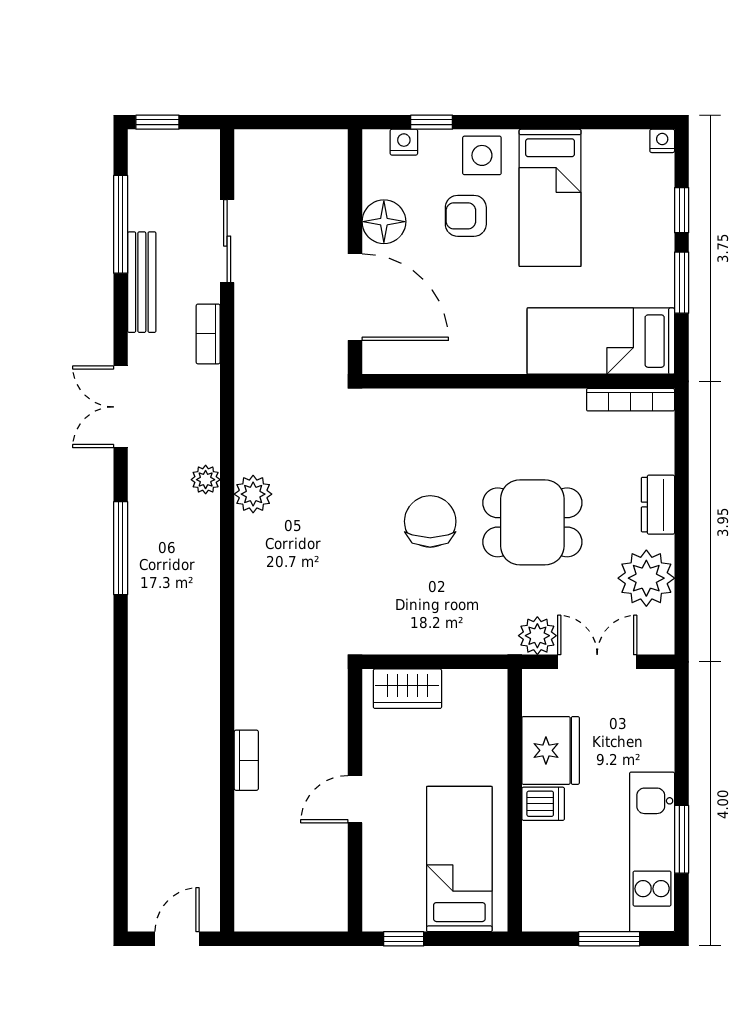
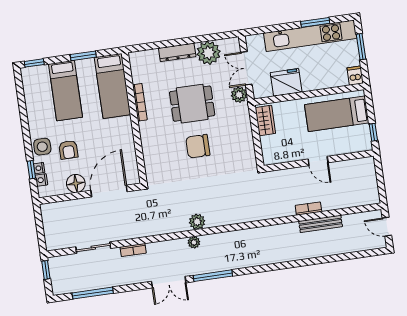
window: (157, 122) -> (46, 270), moved
nightstand: (662, 141) -> (39, 168), moved
bed: (550, 198) -> (65, 91), moved, turned 90
window: (682, 210) -> (34, 63), moved
bench: (142, 282) -> (321, 224), moved
bookcase: (631, 400) -> (140, 102), moved
dresser: (658, 505) -> (177, 52), width x1.44
dining table: (532, 522) -> (192, 104), turned 90
window: (121, 548) -> (213, 276), moved
wardrobe: (407, 689) -> (265, 120), moved
dishwasher: (543, 804) -> (355, 76), moved
kitchen unit: (652, 852) -> (310, 36), width x1.36

